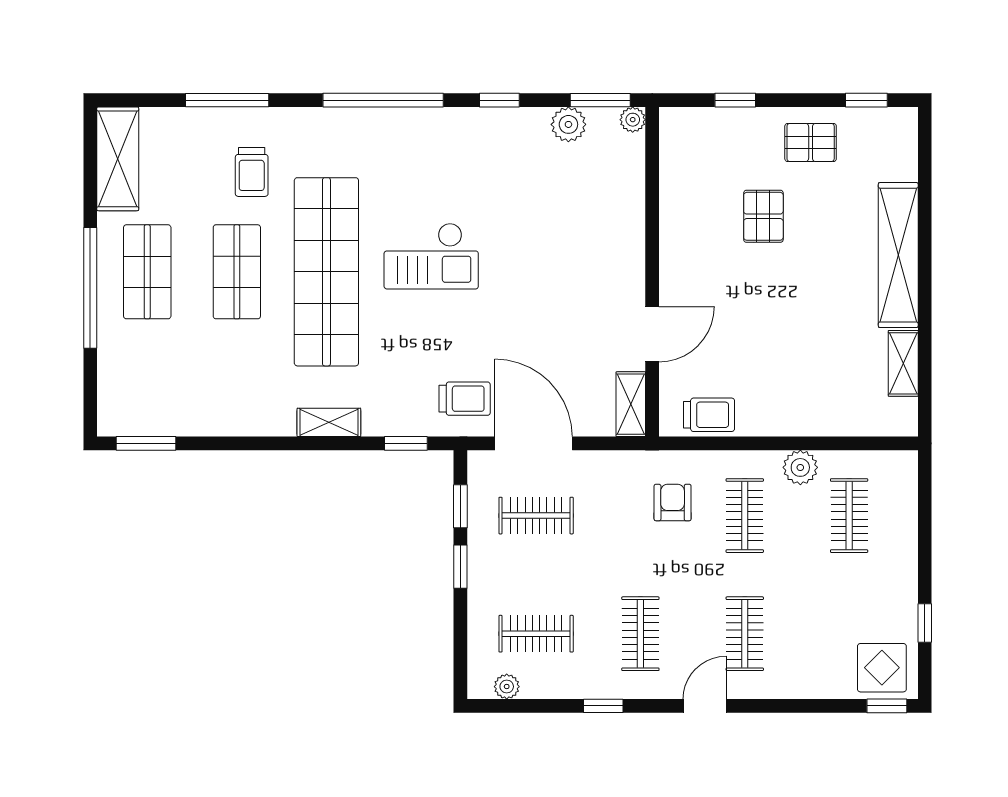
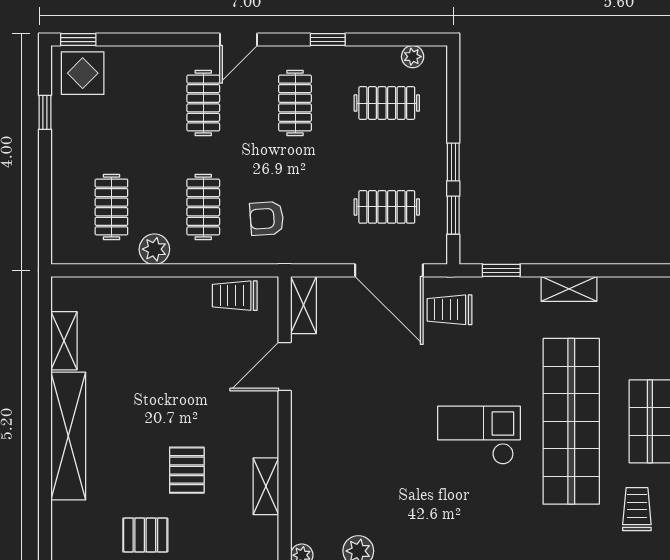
shelving: (673, 198) -> (266, 486), added
armchair: (673, 503) -> (267, 218), turned 86

